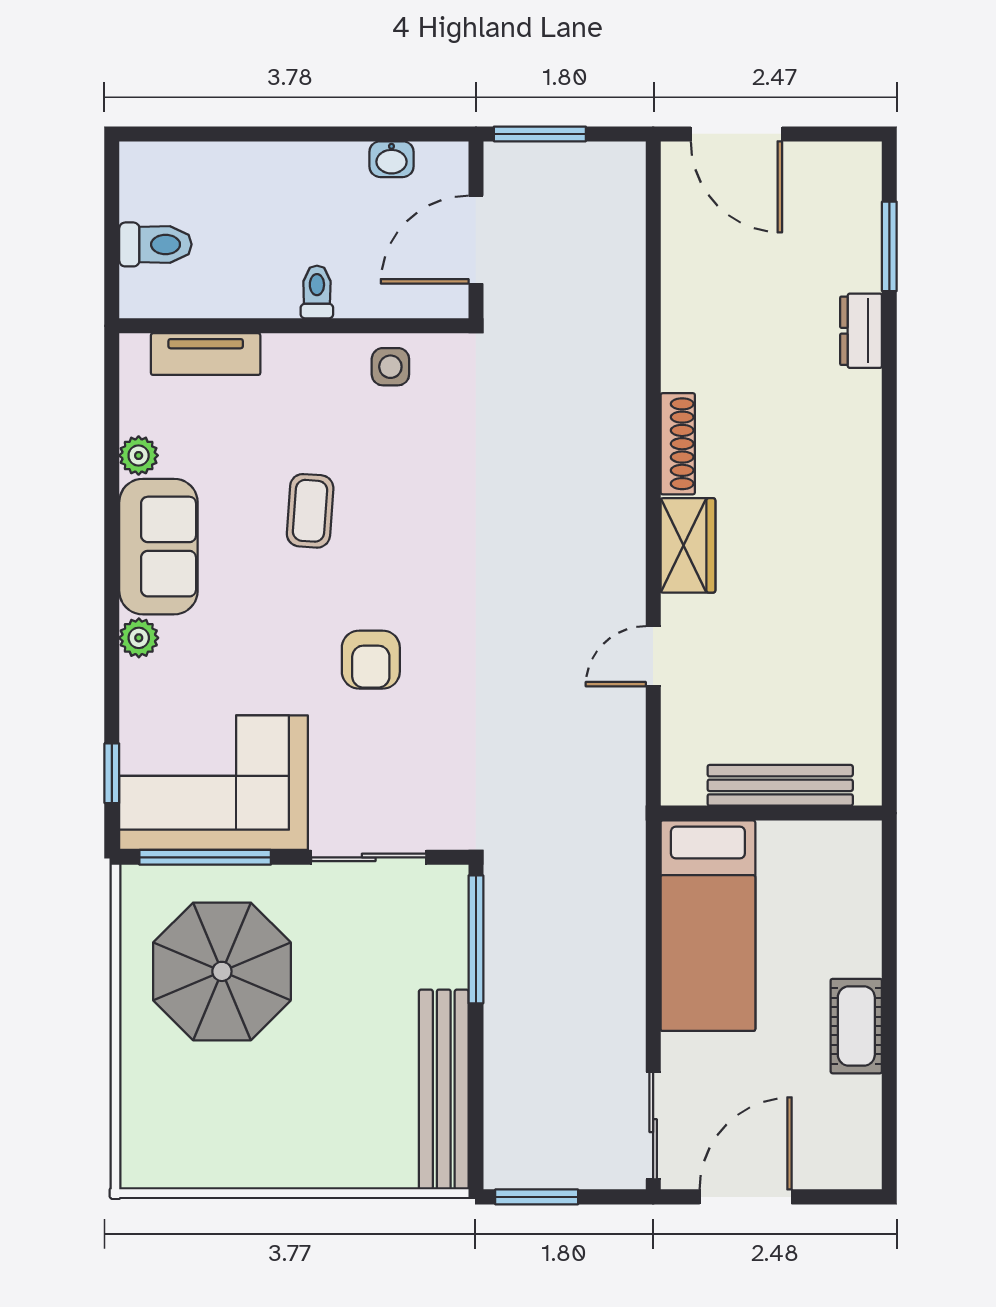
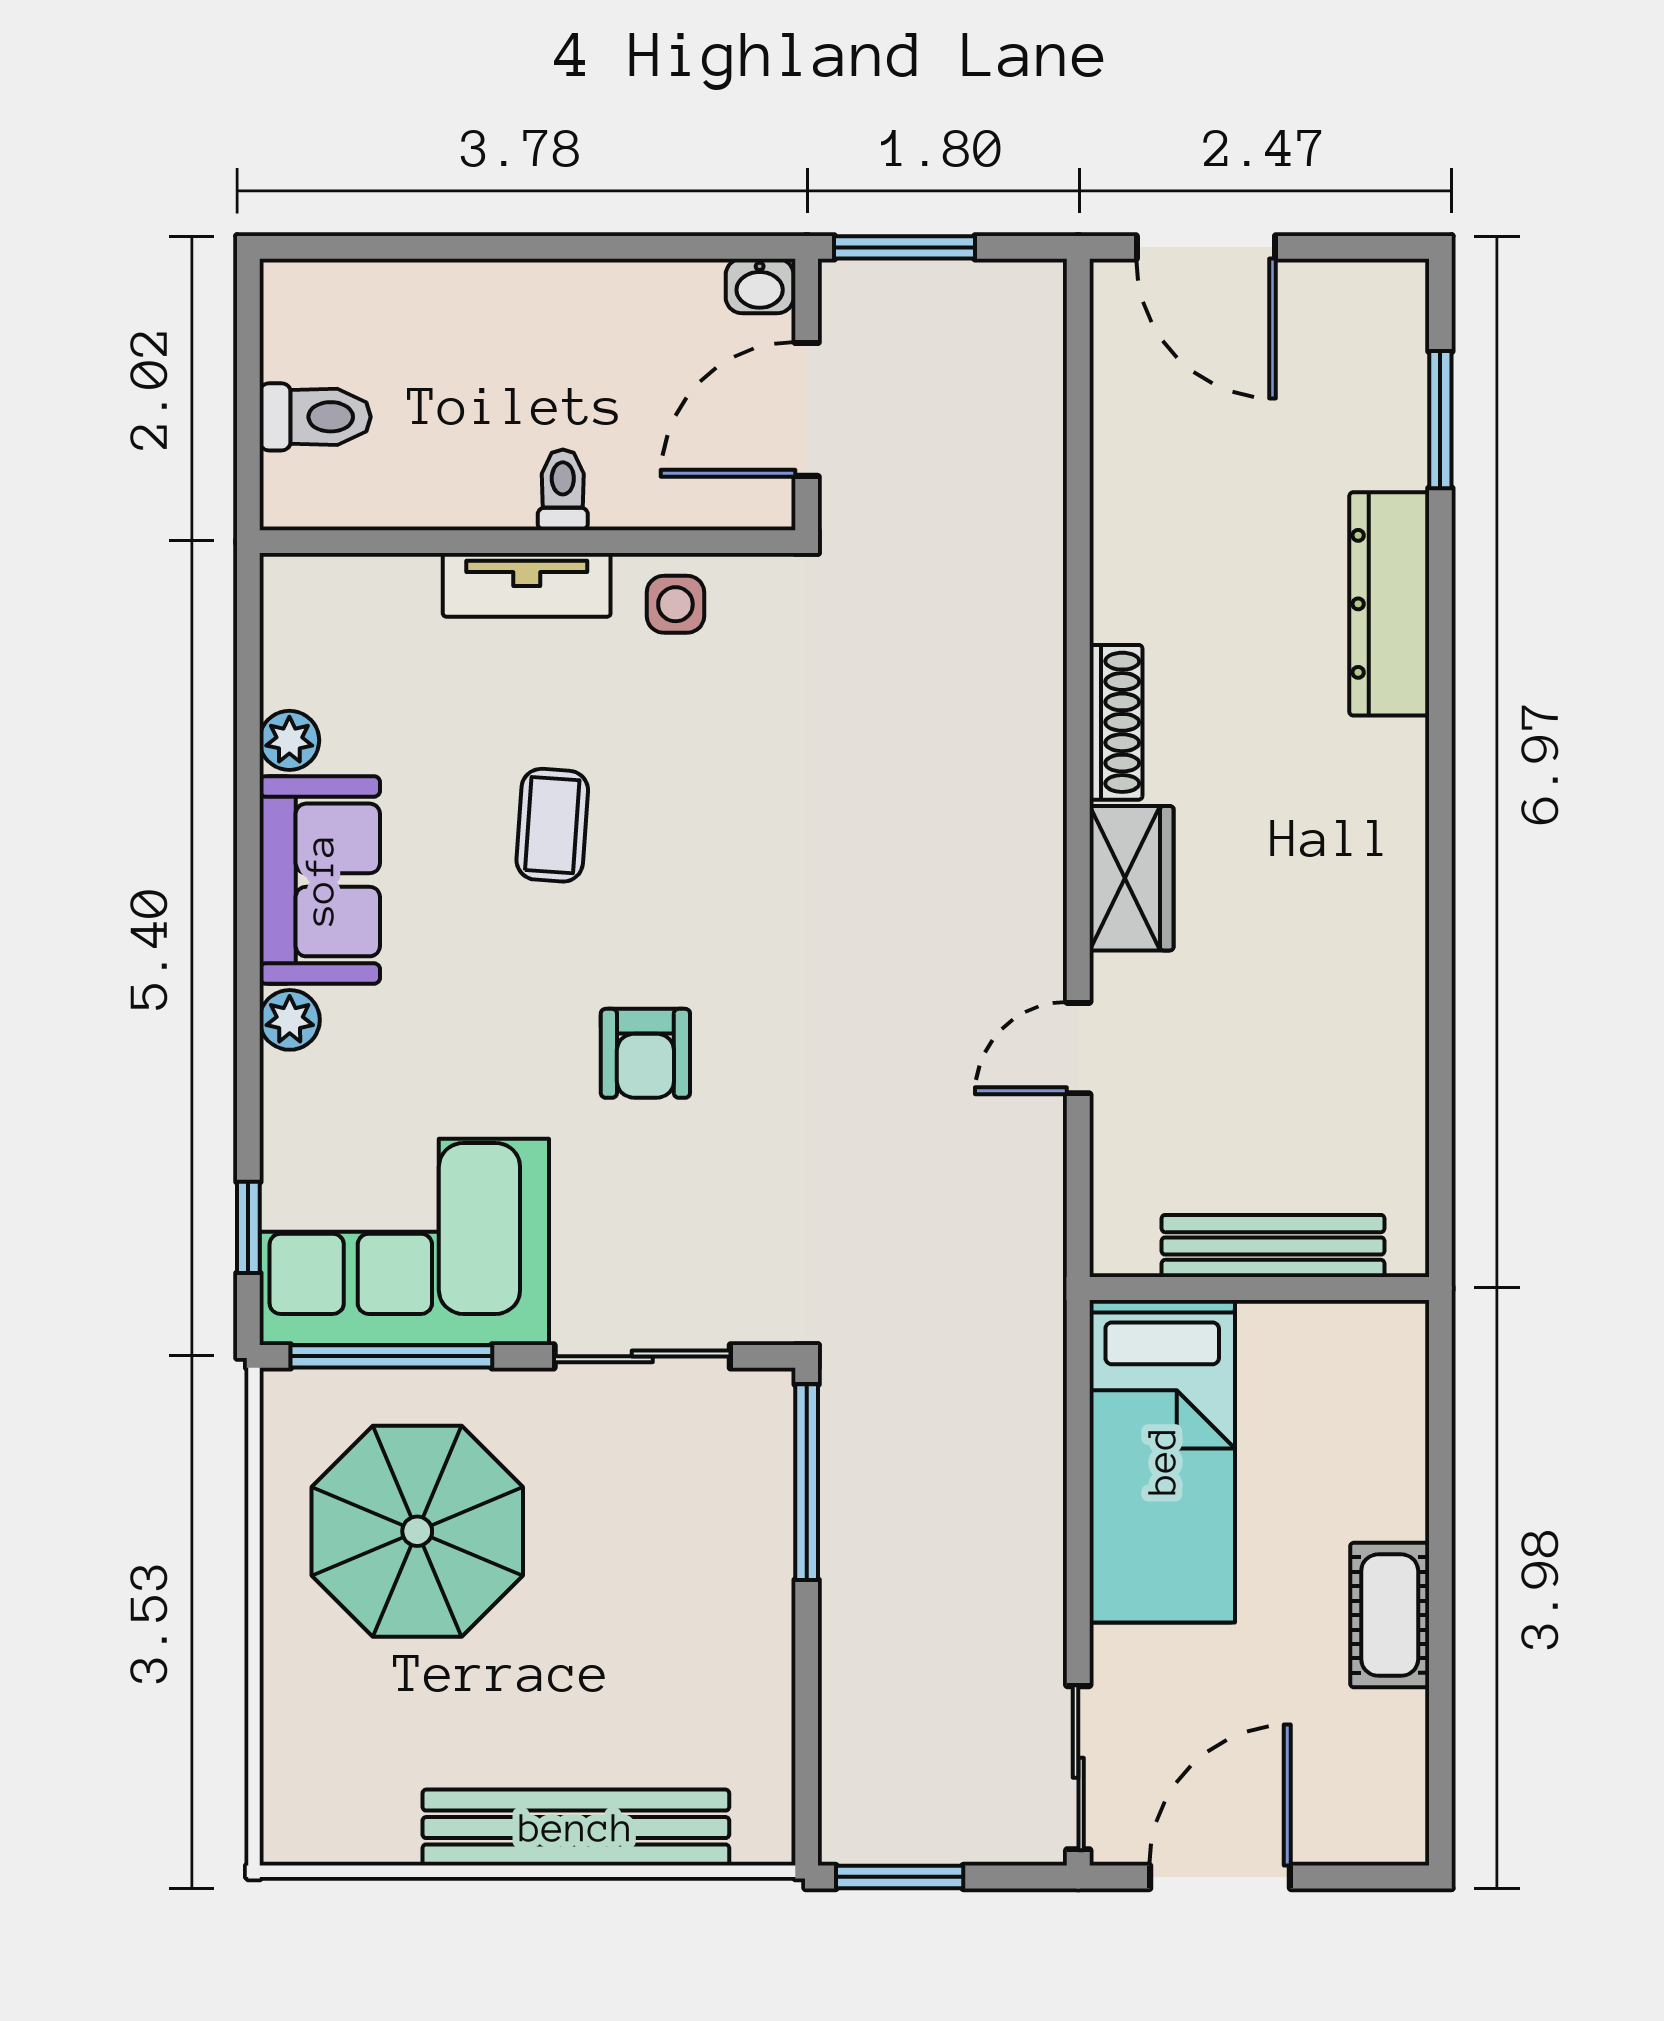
washbasin: (391, 159) -> (760, 286), moved
dresser: (861, 331) -> (1389, 604), width x1.96, depth x1.24
tv unit: (206, 354) -> (527, 585), moved
bench: (444, 1090) -> (576, 1828), moved, turned 90

